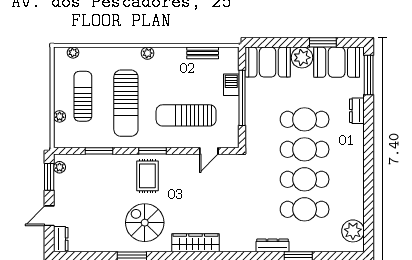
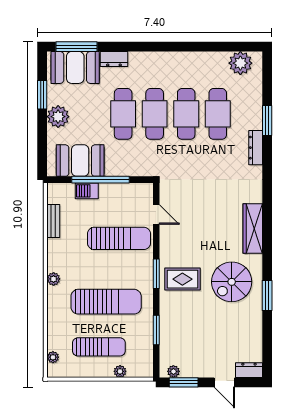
booth: (268, 62) -> (80, 161), moved, turned 90
booth: (337, 62) -> (75, 67), moved, turned 90
sun lounger: (83, 96) -> (99, 347), turned 180
sun lounger: (186, 115) -> (119, 238), turned -90

